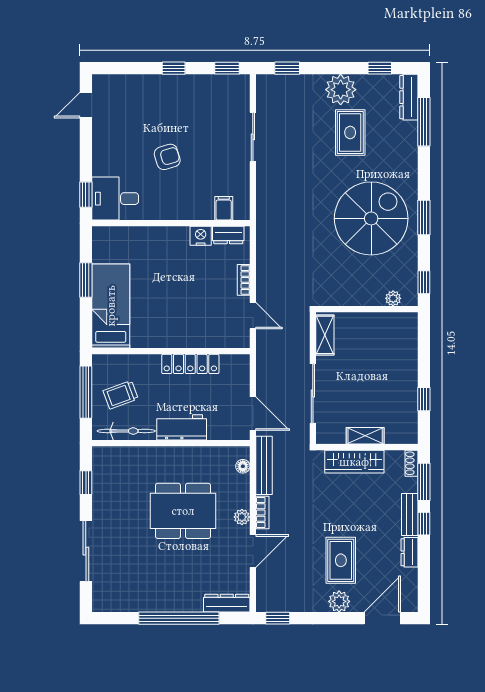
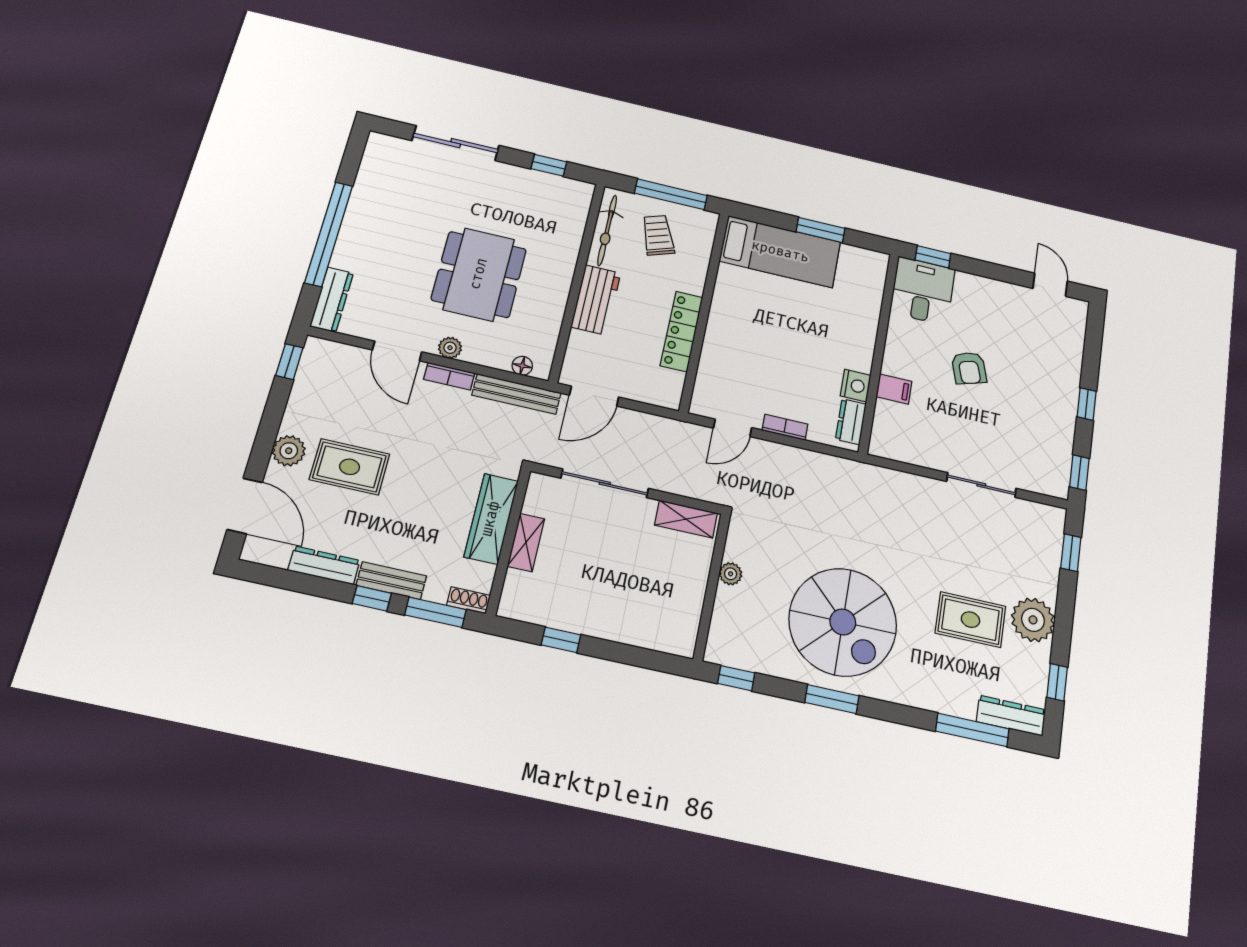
filing cabinet: (224, 208) -> (894, 389), moved
plant: (393, 298) -> (731, 574), moved
dresser: (409, 552) -> (324, 565), width x1.44

